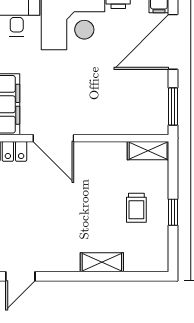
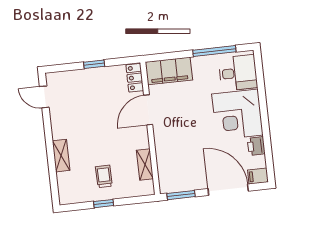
shelving: (148, 151) -> (145, 164), moved
trolley: (136, 208) -> (104, 176), turned 89

